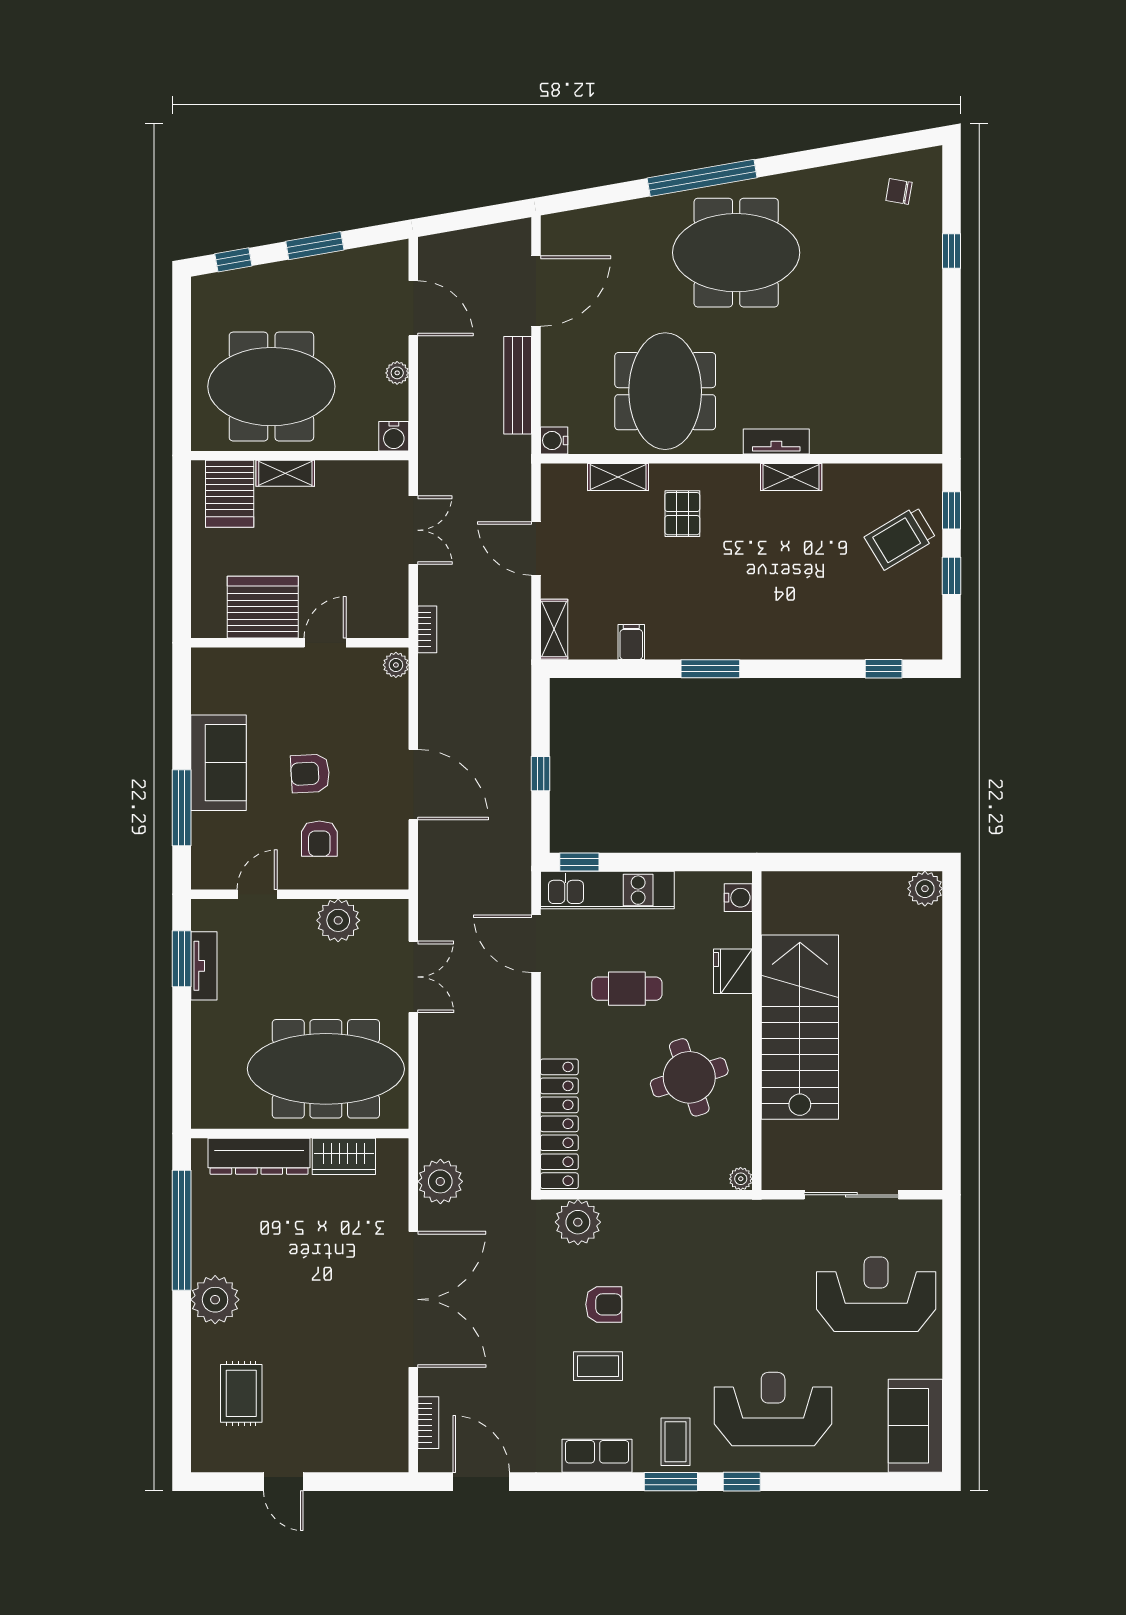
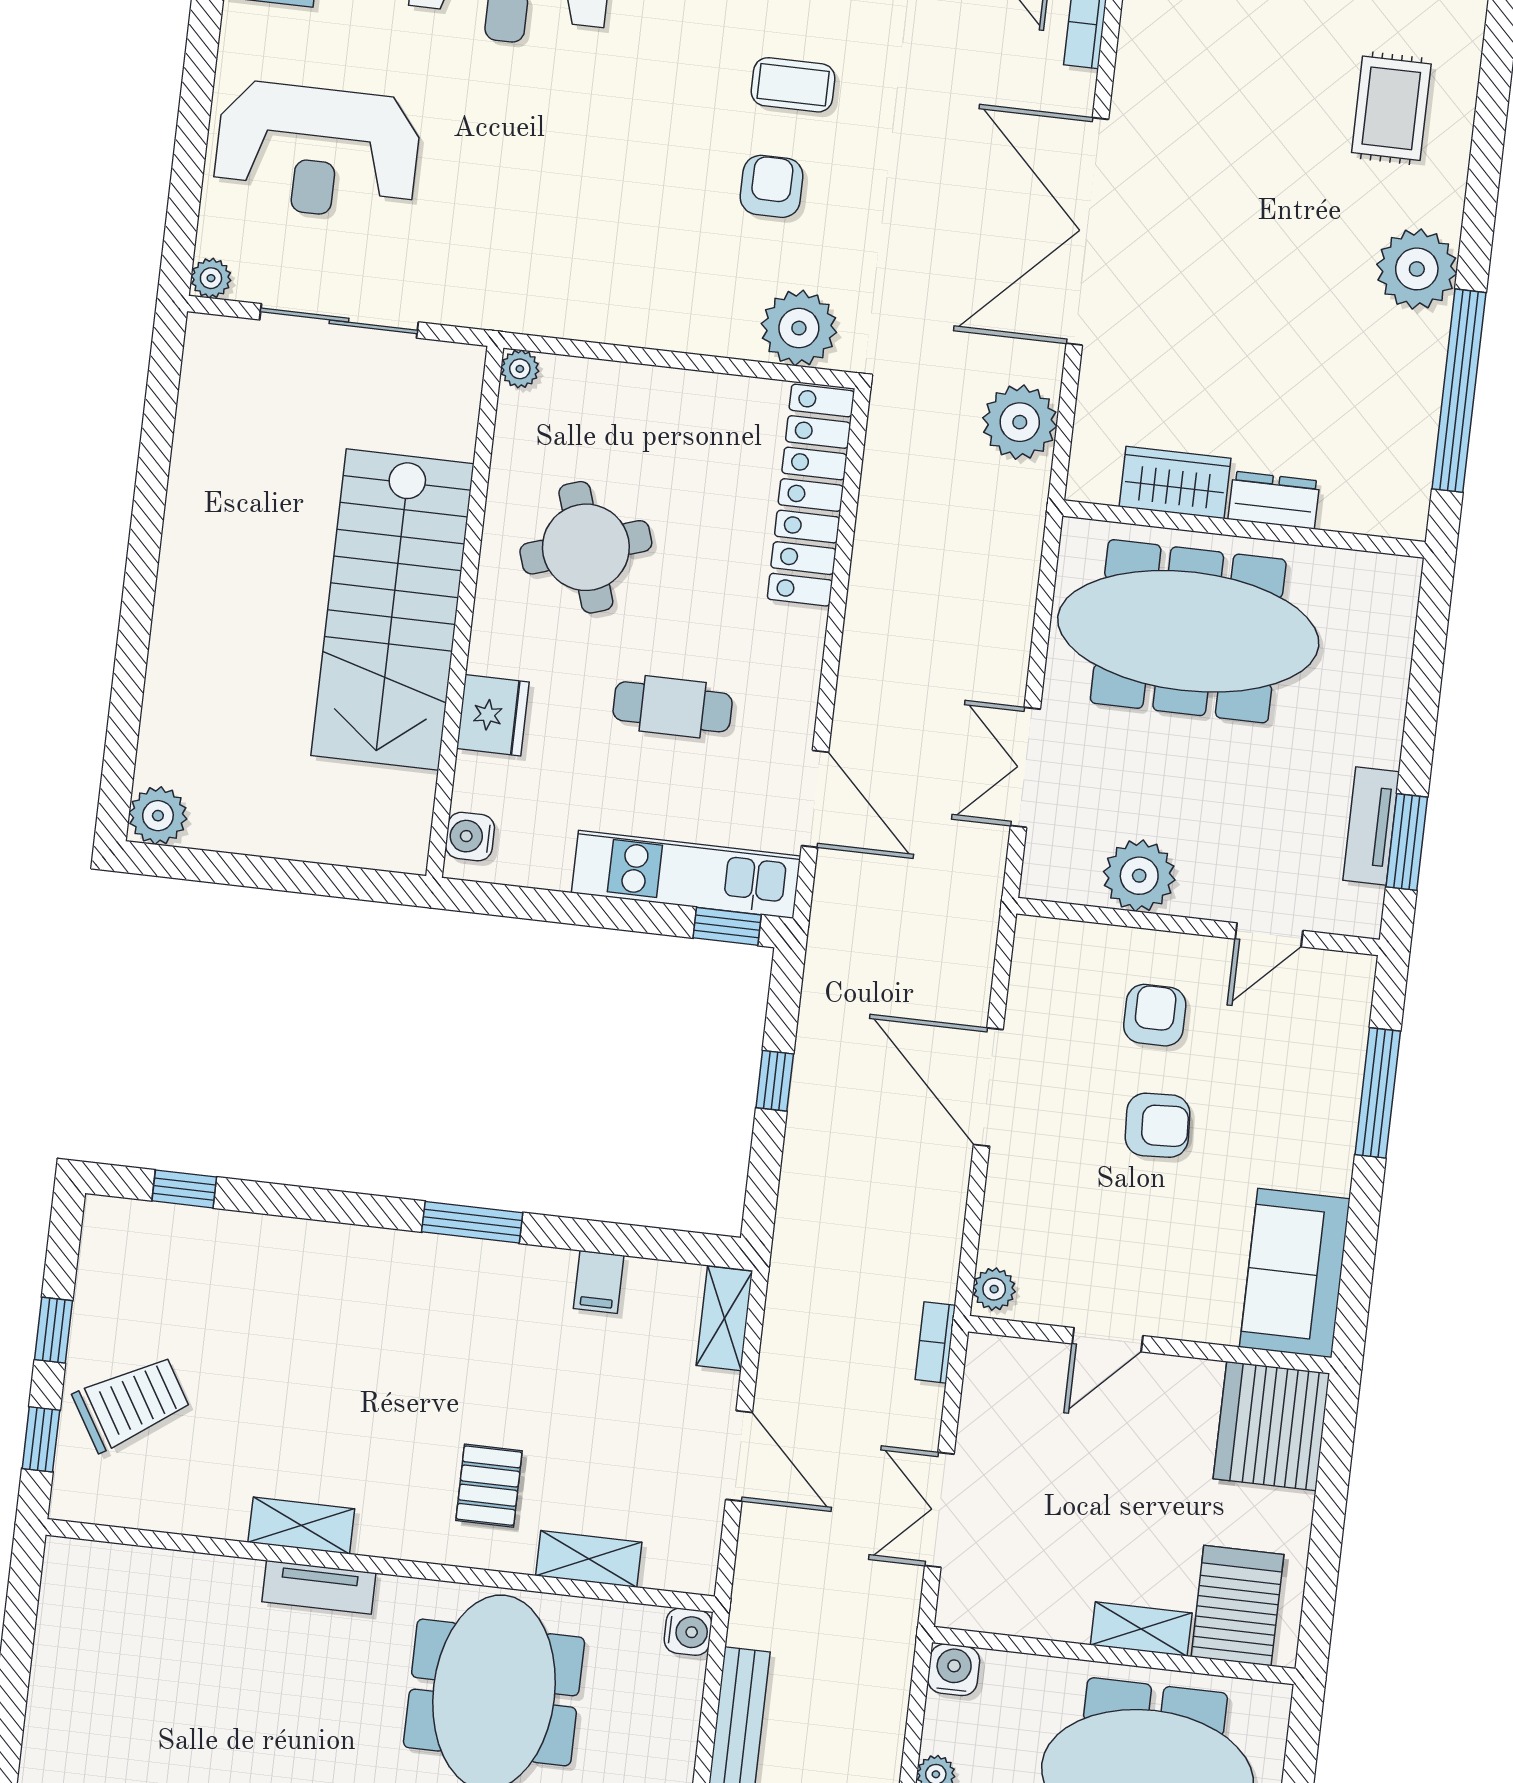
server rack: (263, 607) -> (1271, 1426), moved, turned 90
sofa: (219, 763) -> (1295, 1273), moved
dresser: (259, 1156) -> (1274, 500), width x0.51, depth x0.80
plant: (930, 1211) -> (211, 278), added
armchair: (604, 1304) -> (772, 186), turned 90

